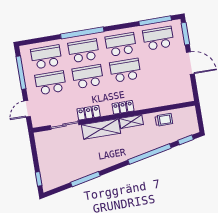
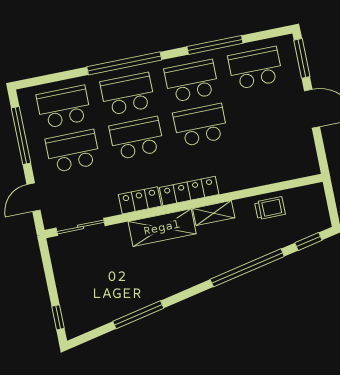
window: (155, 21) -> (215, 45), moved
locker: (123, 107) -> (189, 191), width x1.53
sliding door: (64, 125) -> (81, 227), moved

